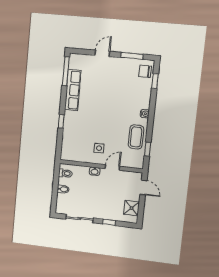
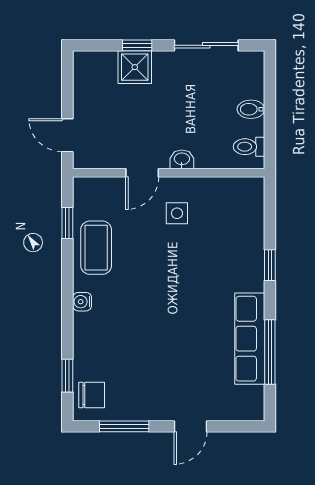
window: (66, 71) -> (270, 352), moved
shower: (132, 208) -> (135, 67), moved

